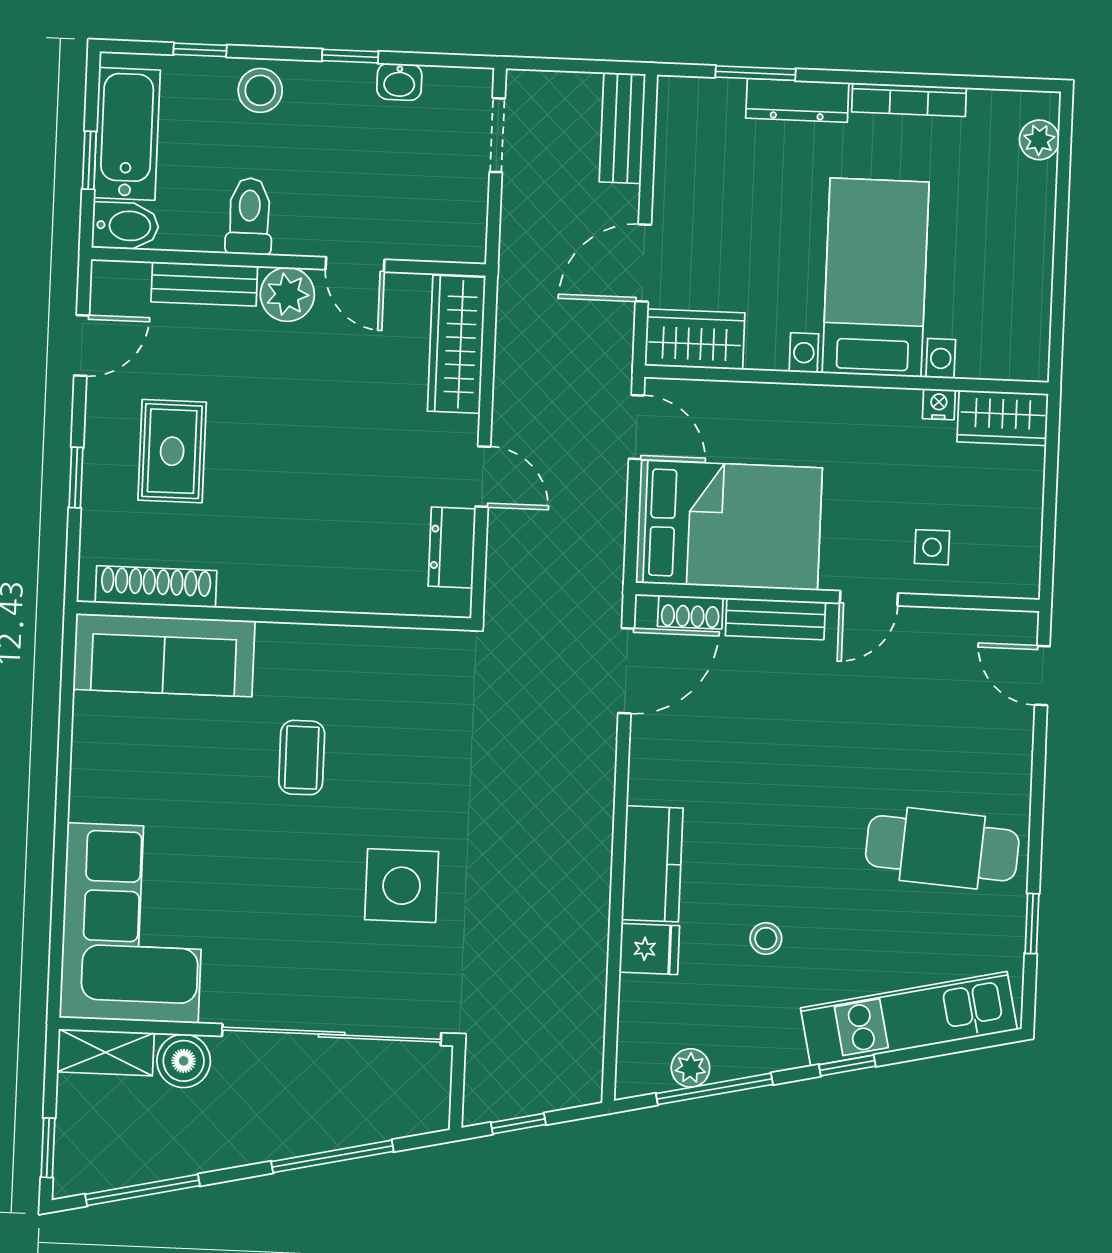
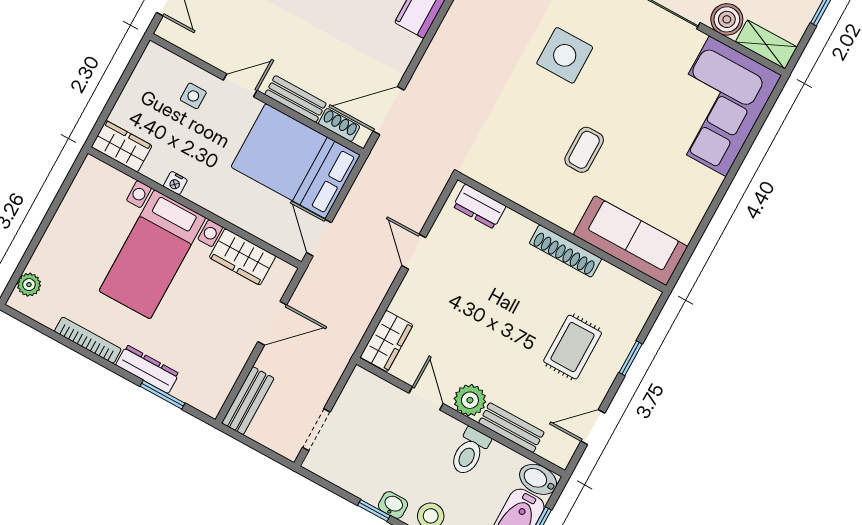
washbasin: (399, 82) -> (393, 505), moved
wardrobe: (695, 339) -> (243, 257), moved
wardrobe: (456, 344) -> (387, 341), width x0.67
nightstand: (939, 404) -> (175, 183), moved
dresser: (452, 548) -> (479, 206), moved, turned 90
shoe rack: (156, 587) -> (565, 251), moved

